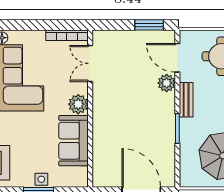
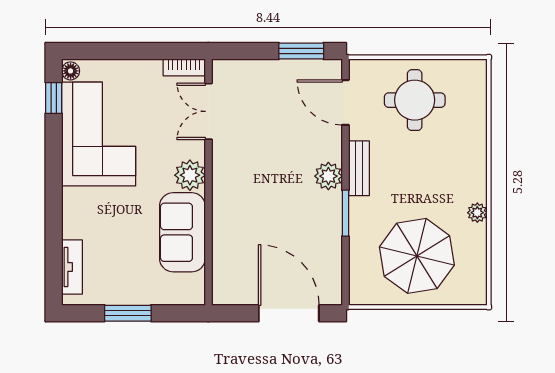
bookcase: (67, 35) -> (184, 67), width x0.64
plant: (167, 83) -> (328, 176), moved
side table: (41, 179) -> (132, 293), removed

